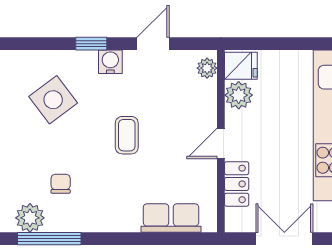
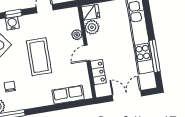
water cooler: (110, 62) -> (12, 23), moved
plant: (207, 68) -> (77, 35), moved
coffee table: (127, 135) -> (39, 57), width x1.86, depth x1.72

